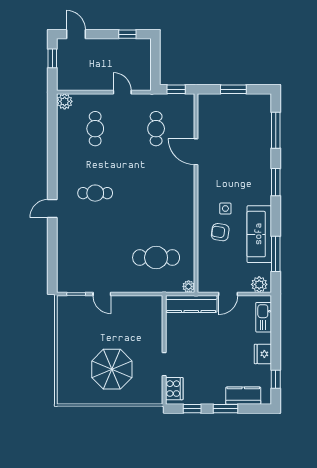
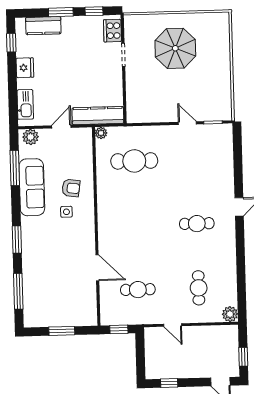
cafe table: (156, 129) -> (138, 290), turned 90

